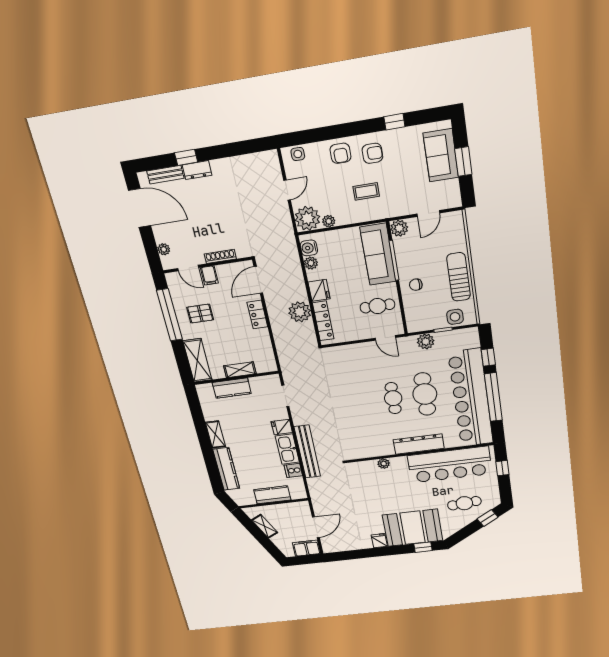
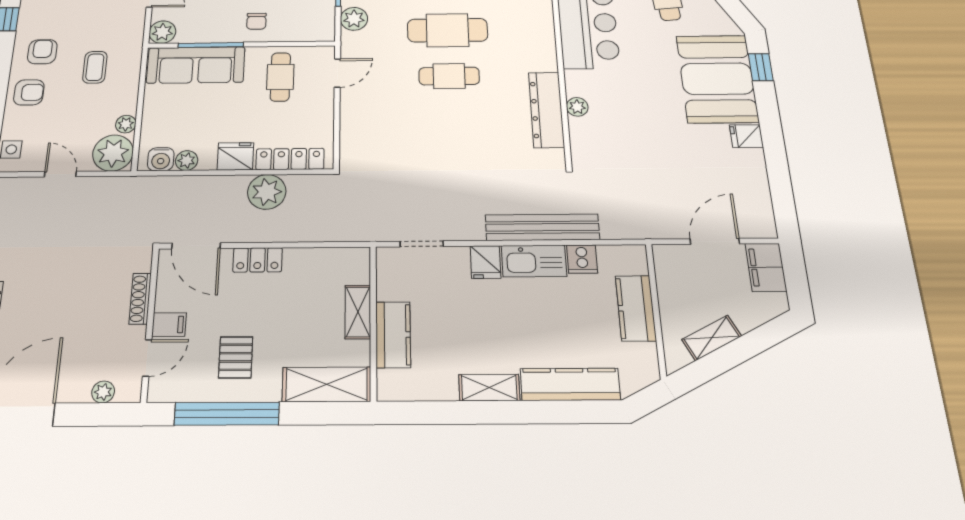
dresser: (419, 444) -> (546, 110), moved
door: (316, 527) -> (715, 241), hinge flipped

